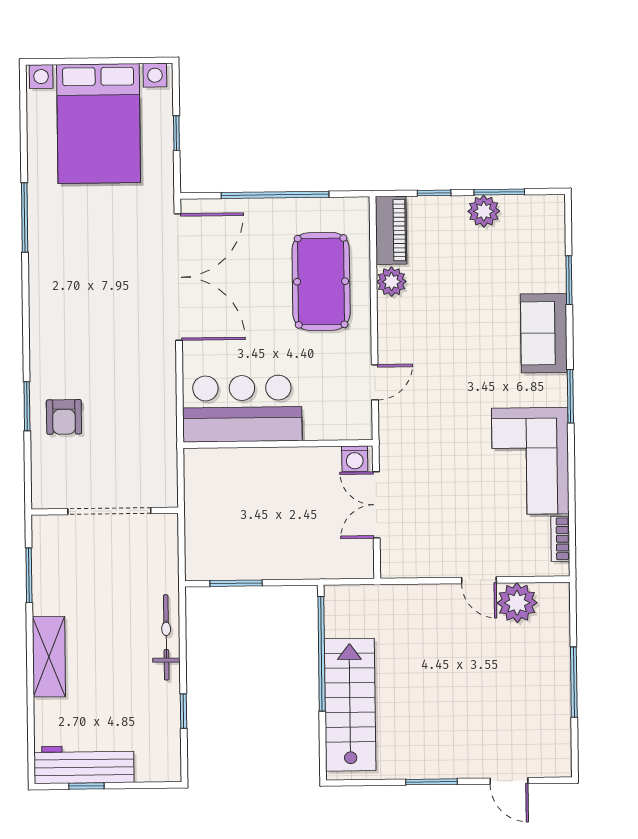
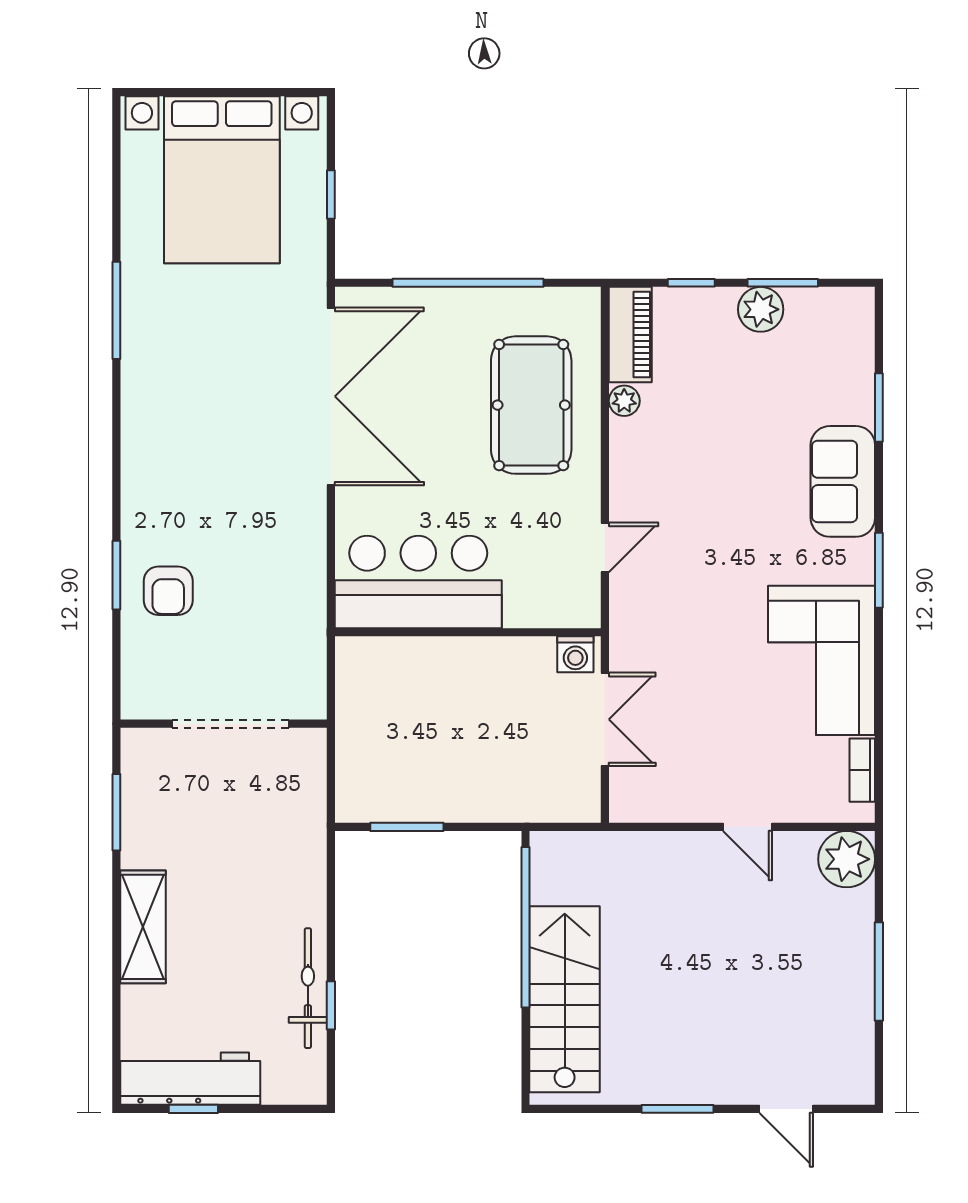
plant: (391, 282) -> (624, 401), width x0.73, depth x0.73
double door: (376, 505) -> (605, 719), swing flipped
plant: (517, 603) -> (847, 859), moved
bicycle: (166, 637) -> (308, 988), moved

